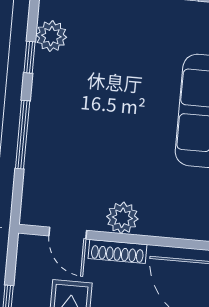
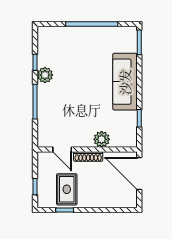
plant: (51, 36) -> (45, 75), moved
plant: (122, 218) -> (102, 139), moved

